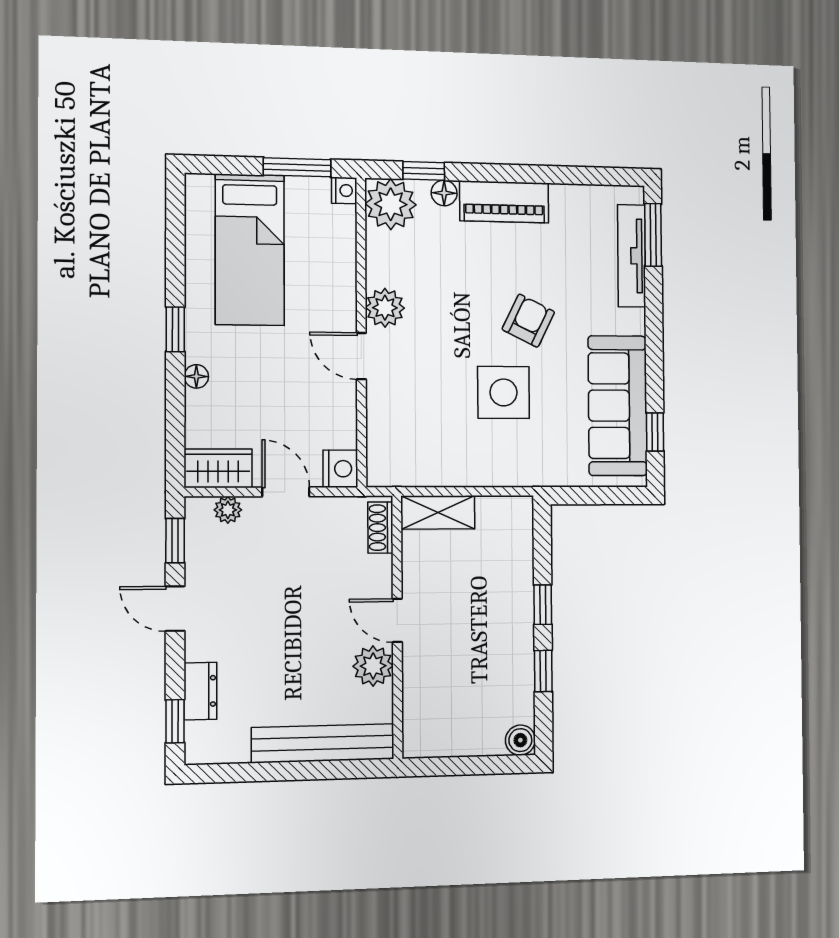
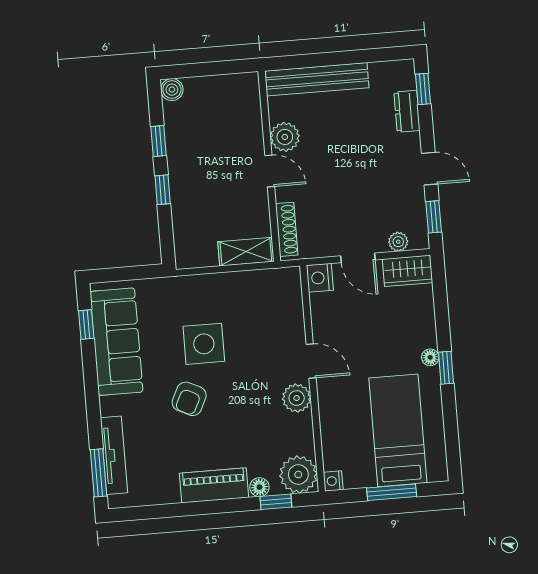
window: (297, 167) -> (392, 492), moved
floor lamp: (196, 376) -> (430, 357), moved
shoe rack: (380, 528) -> (287, 229), width x1.43

